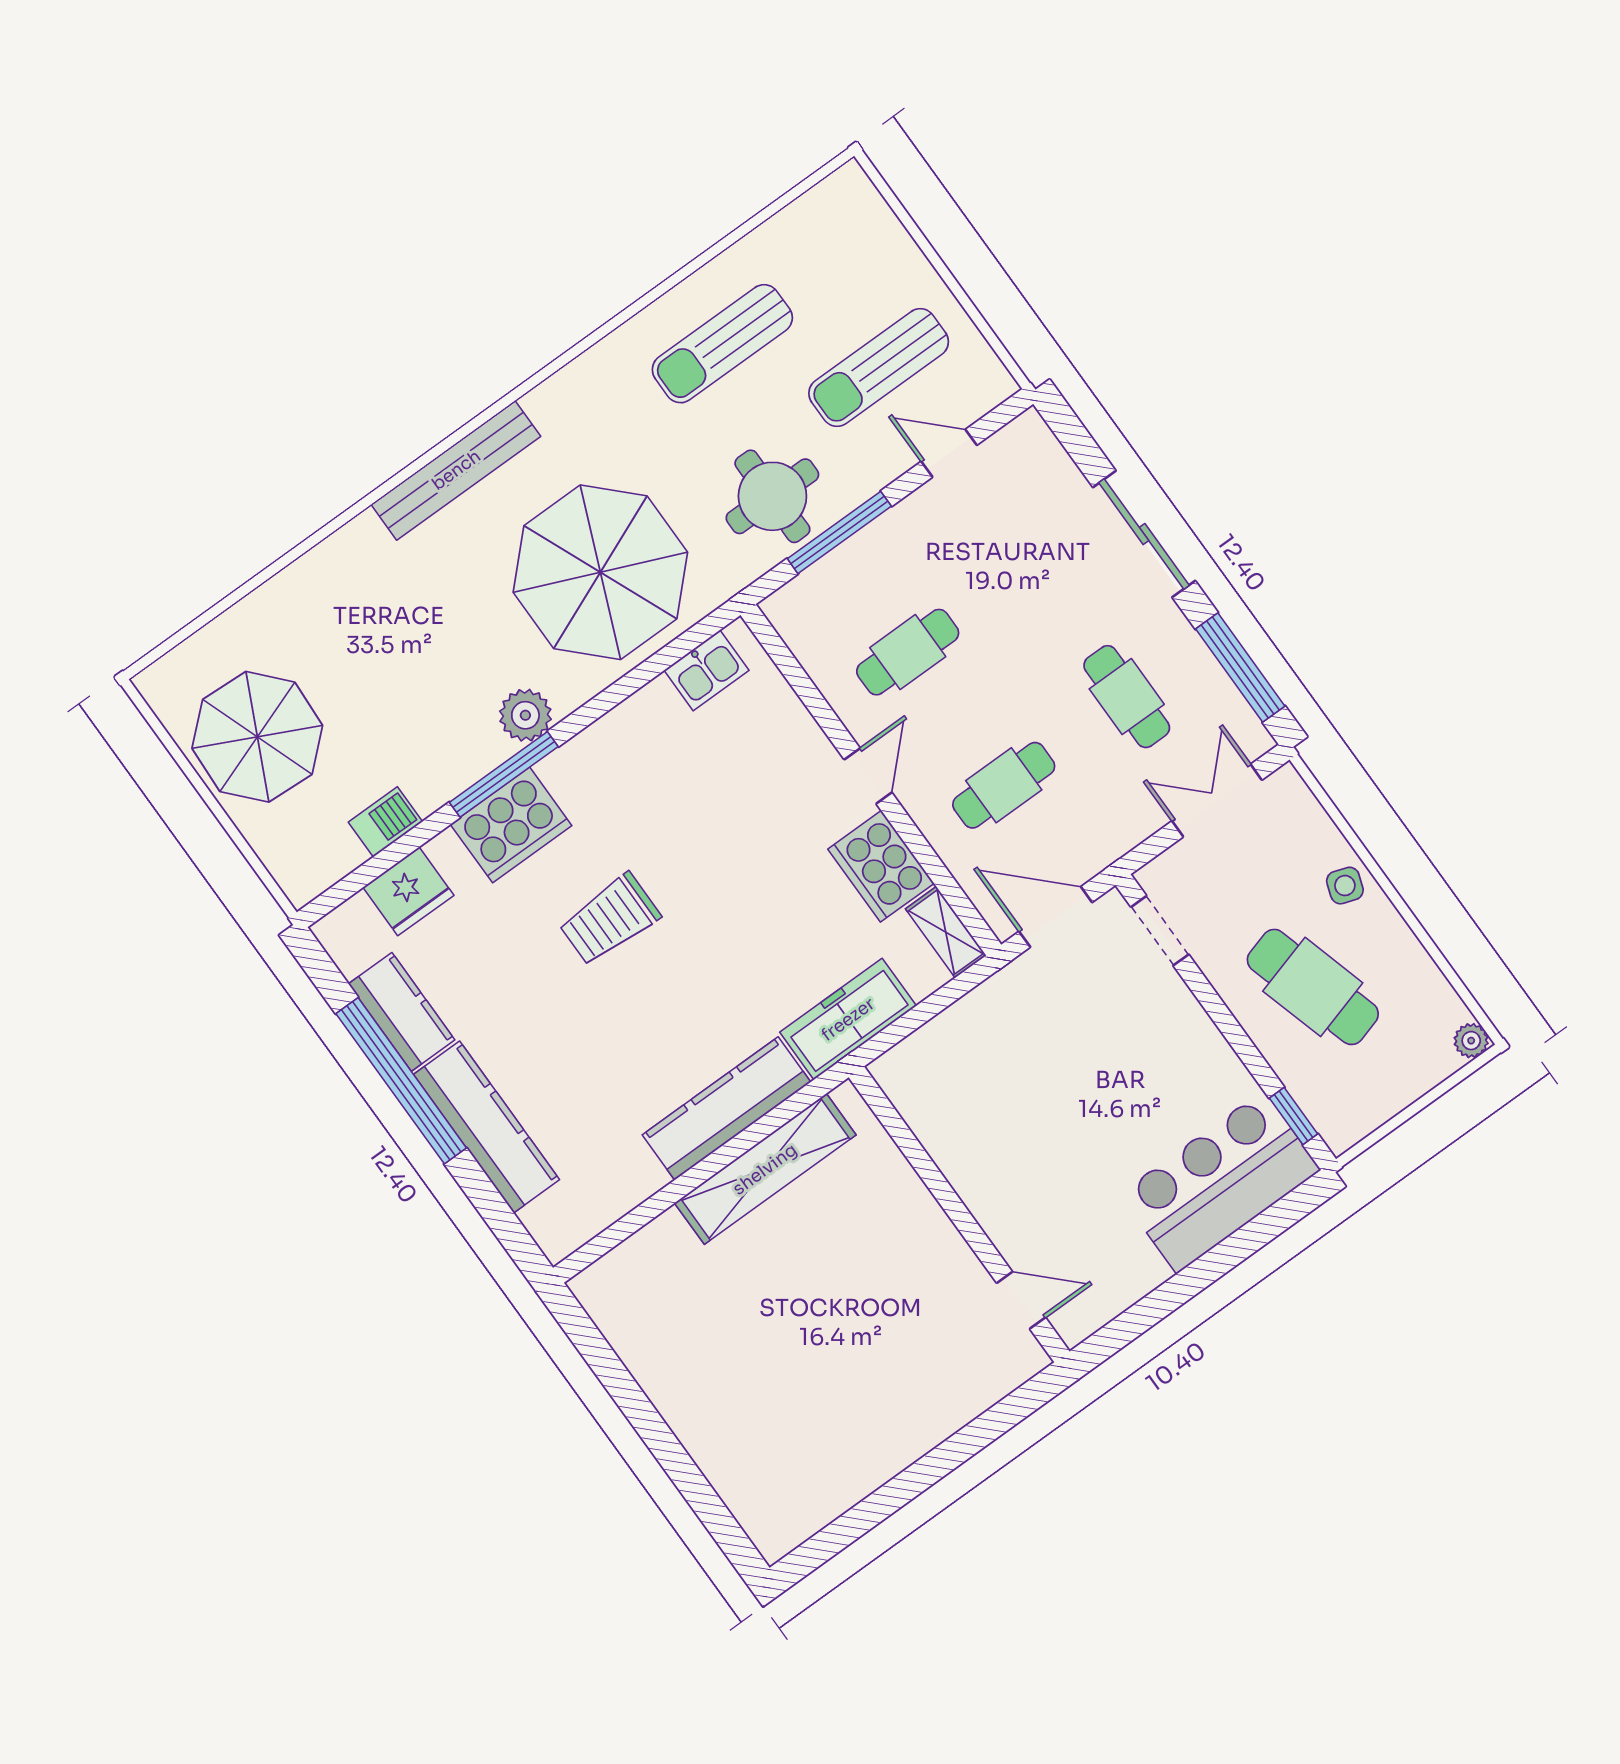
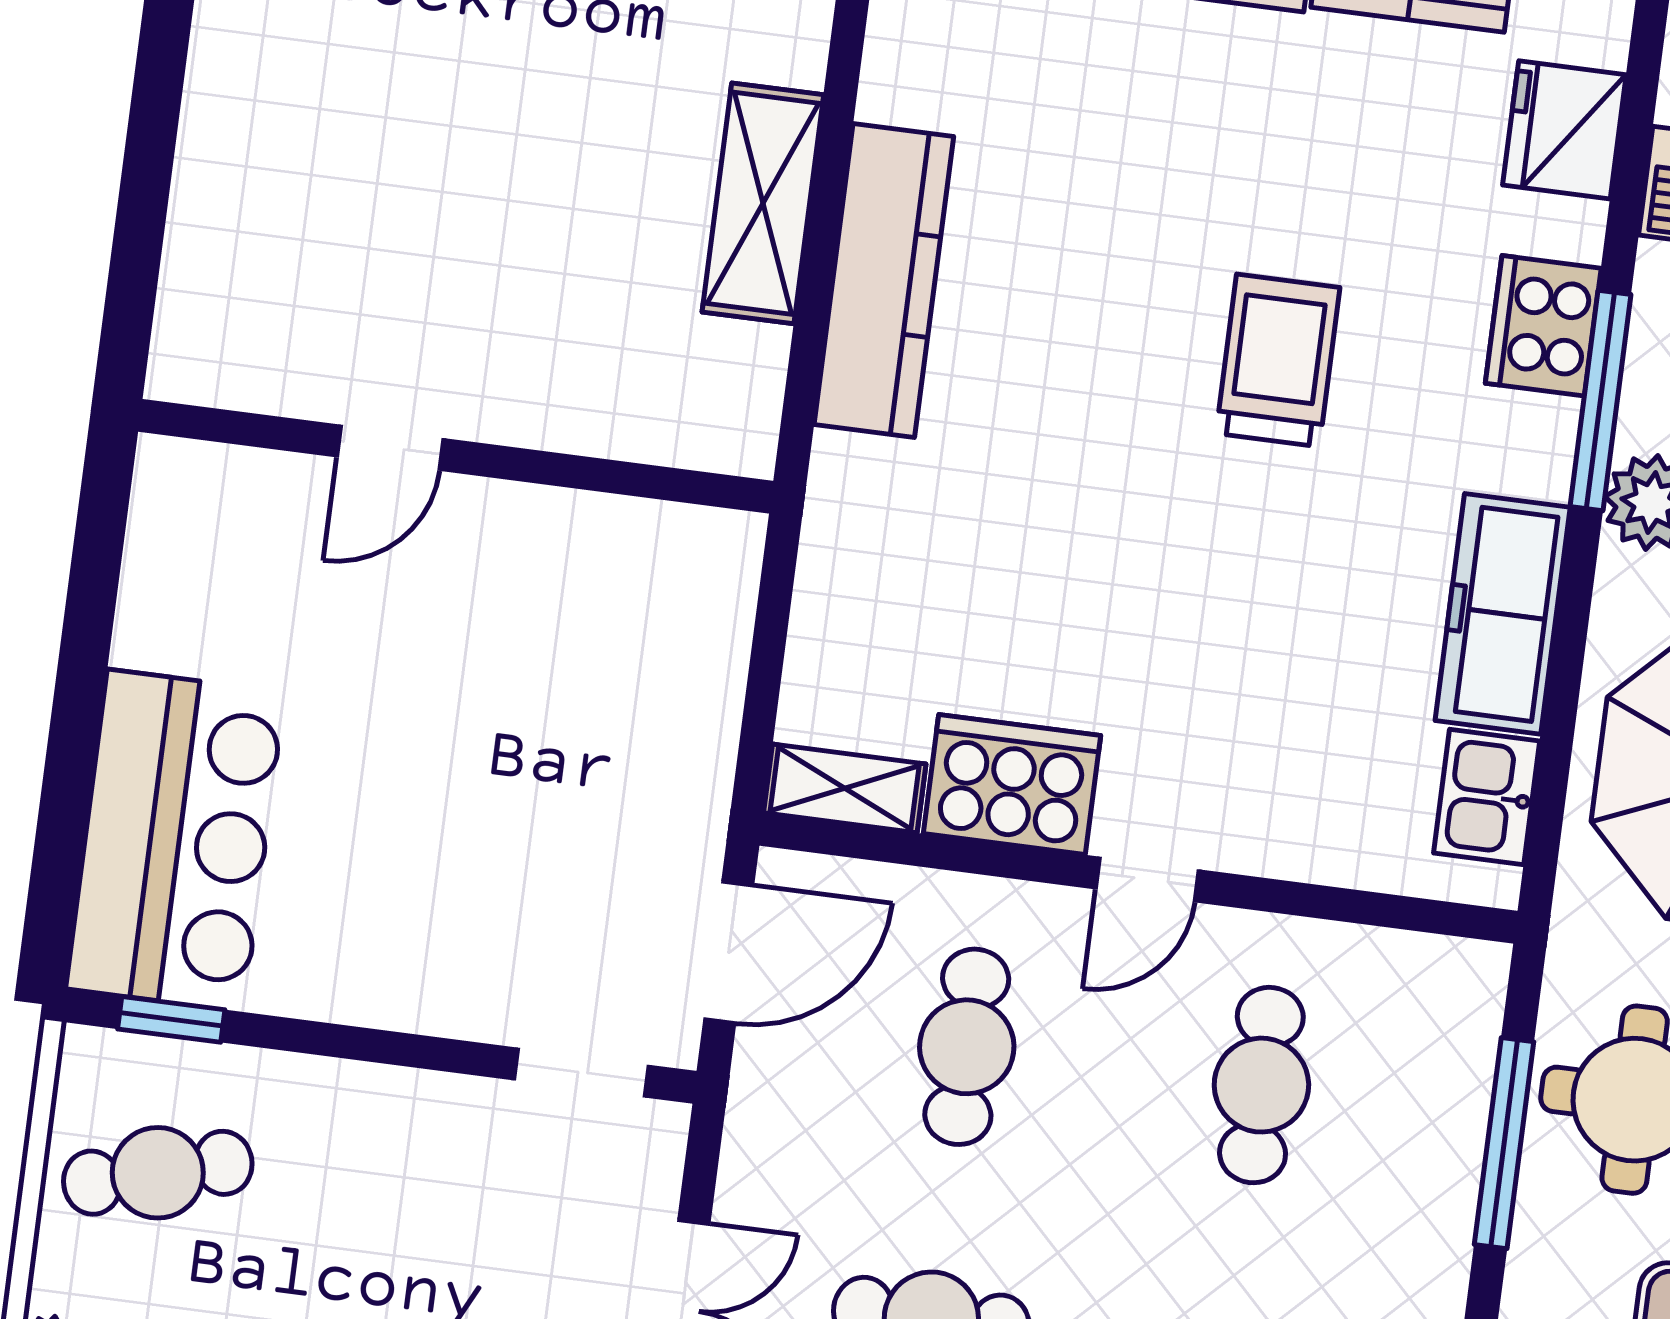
door: (868, 776) -> (1147, 879), hinge flipped
cooker: (511, 825) -> (1543, 326), width x0.73, depth x0.76
cafe table: (1313, 987) -> (158, 1173), moved, width x0.73, depth x0.74
freezer: (848, 1019) -> (1503, 614), moved, turned 180
shelving: (765, 1169) -> (763, 203), width x0.68
door: (1021, 1300) -> (390, 448), moved

